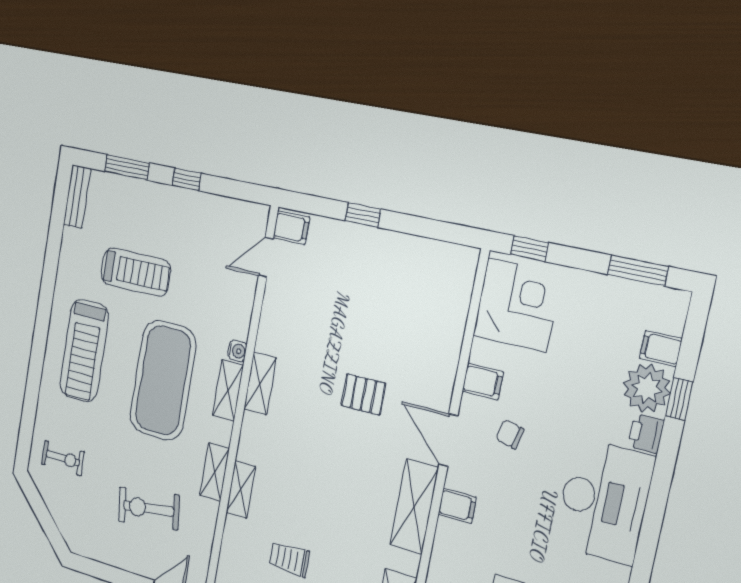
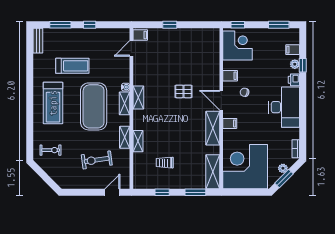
plant: (647, 388) -> (295, 64), width x0.53, depth x0.53

